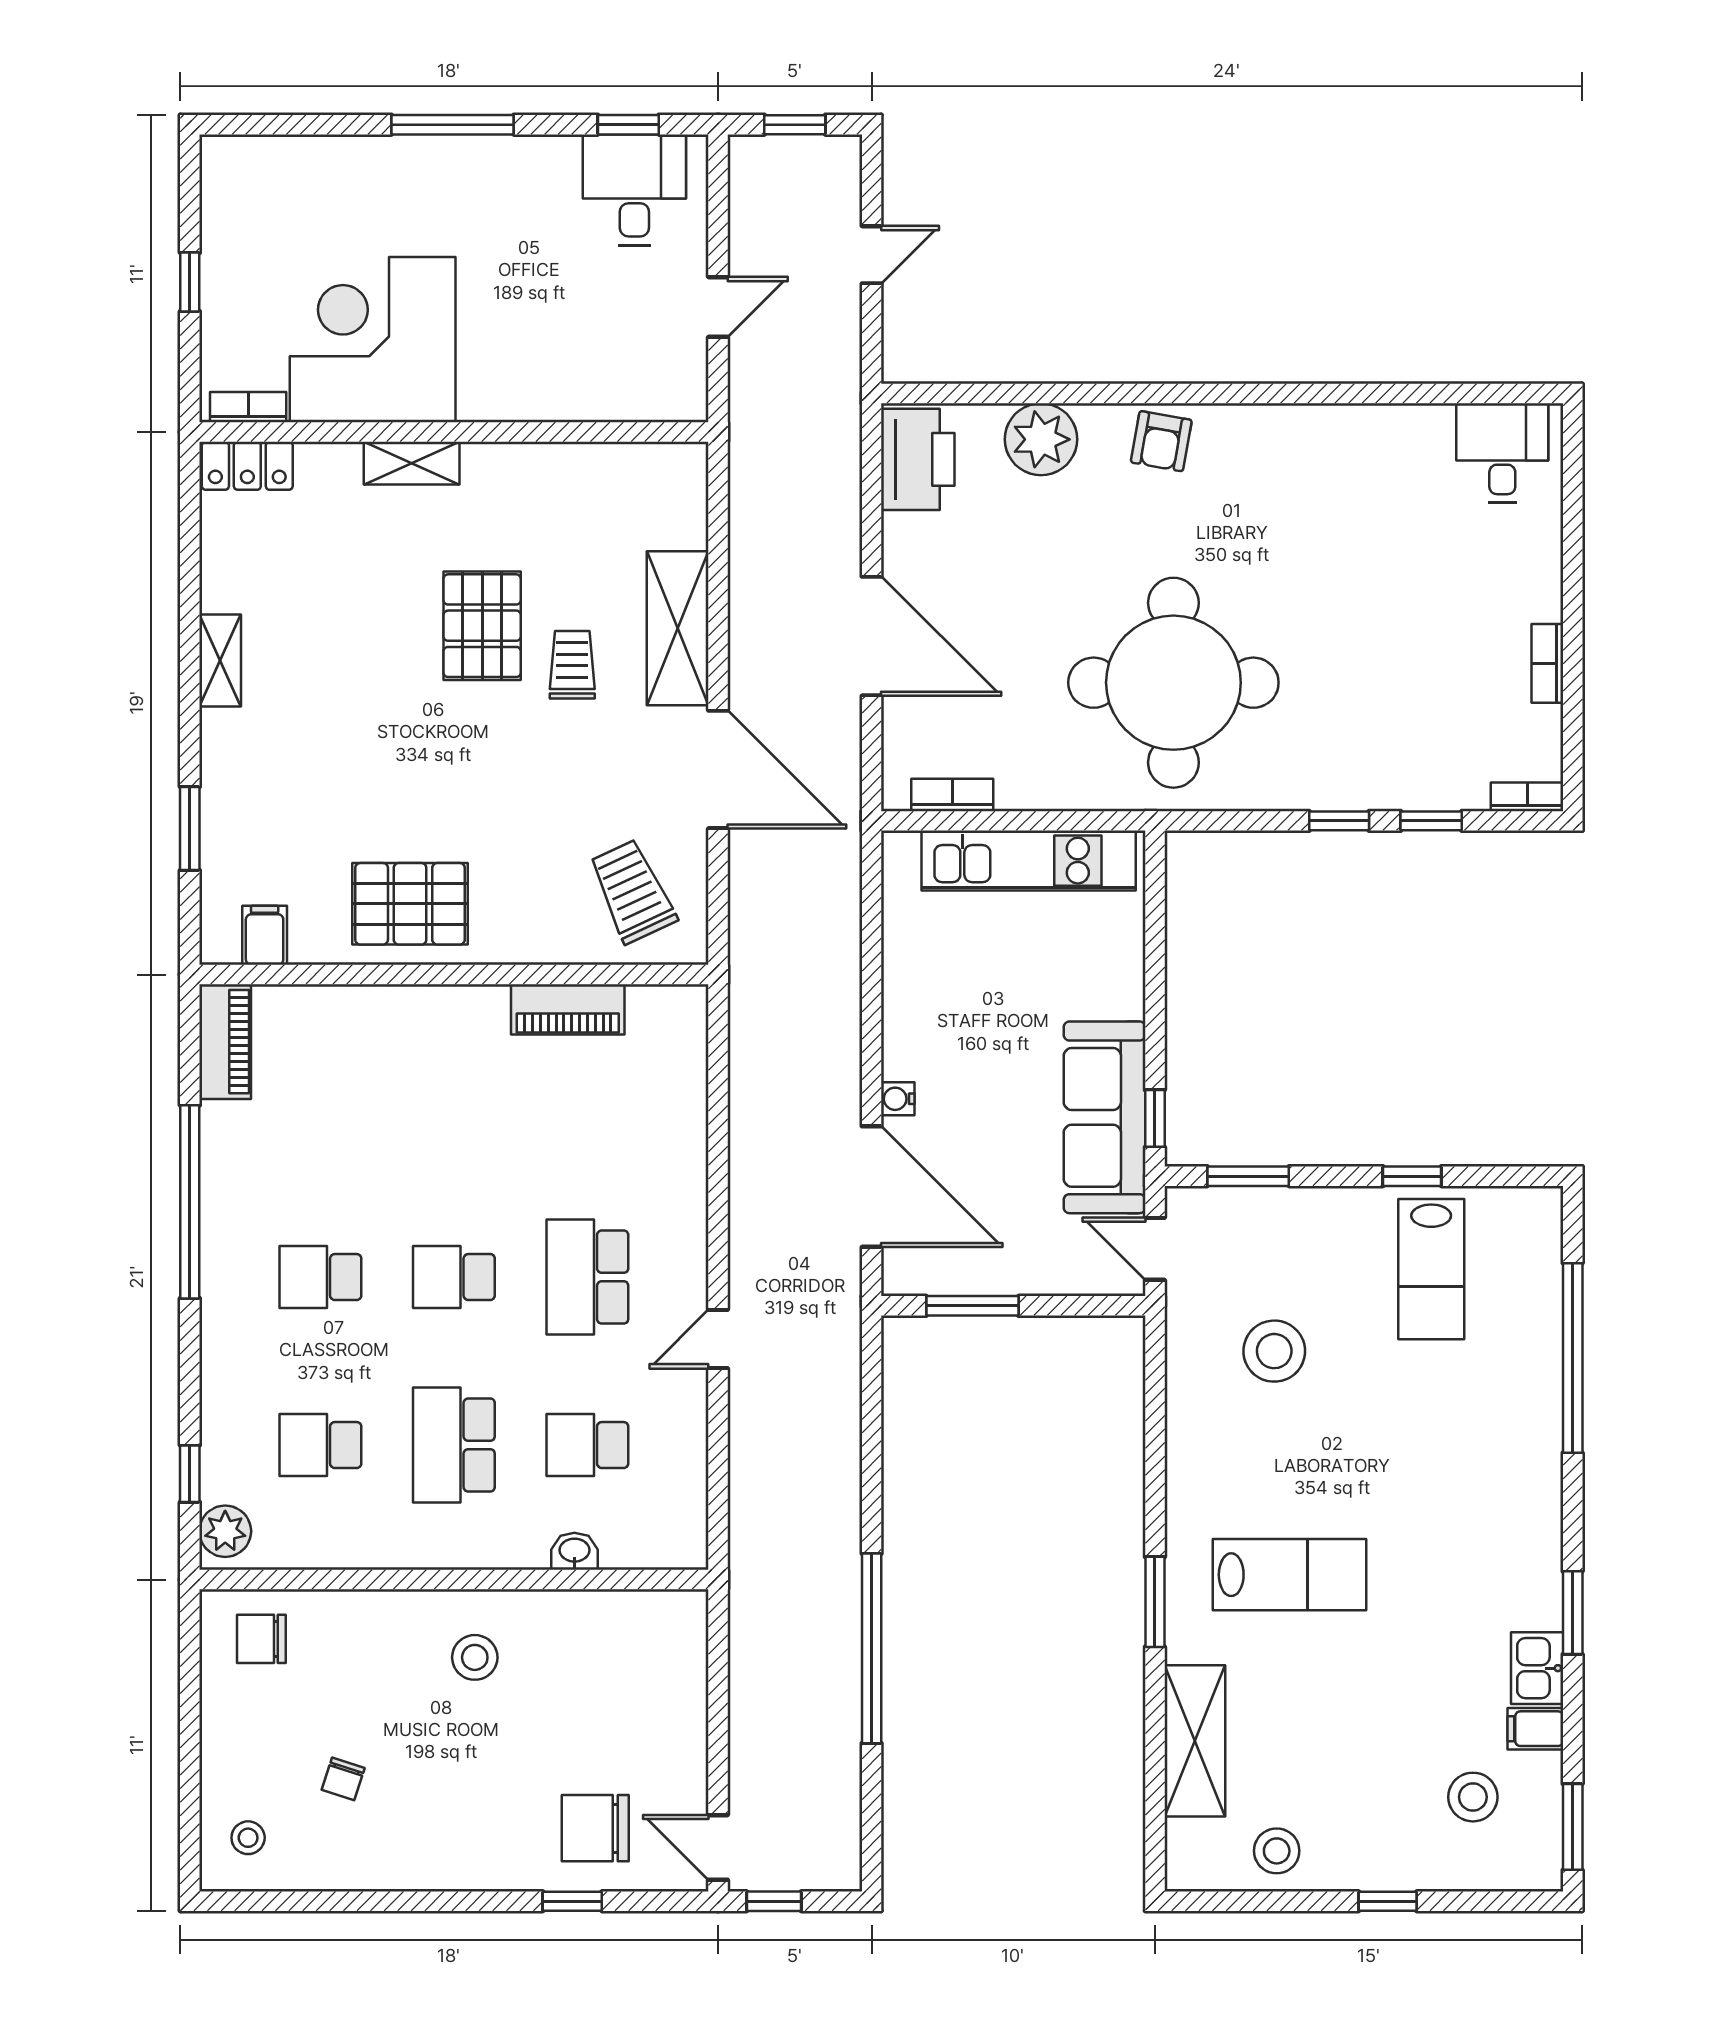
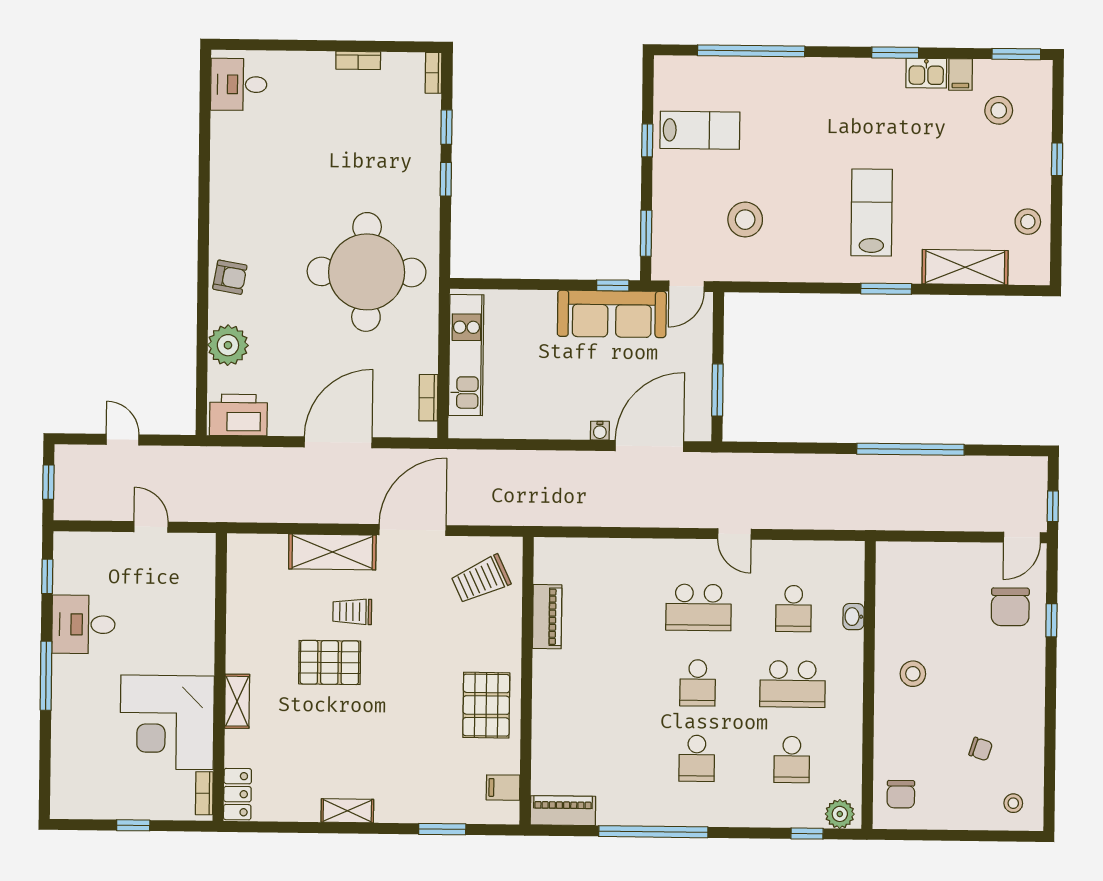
desk: (634, 190) -> (83, 624), moved

